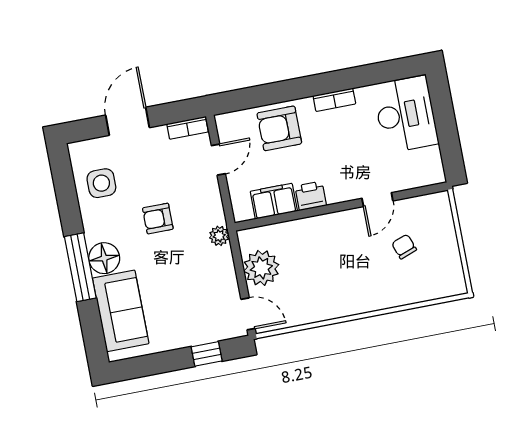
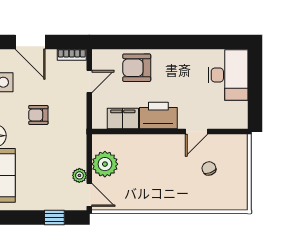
bookcase: (334, 100) -> (180, 55), removed
door: (128, 121) -> (30, 42), swing flipped
printer: (311, 196) -> (158, 115), width x1.87, depth x1.48
plant: (219, 236) -> (79, 175), moved

